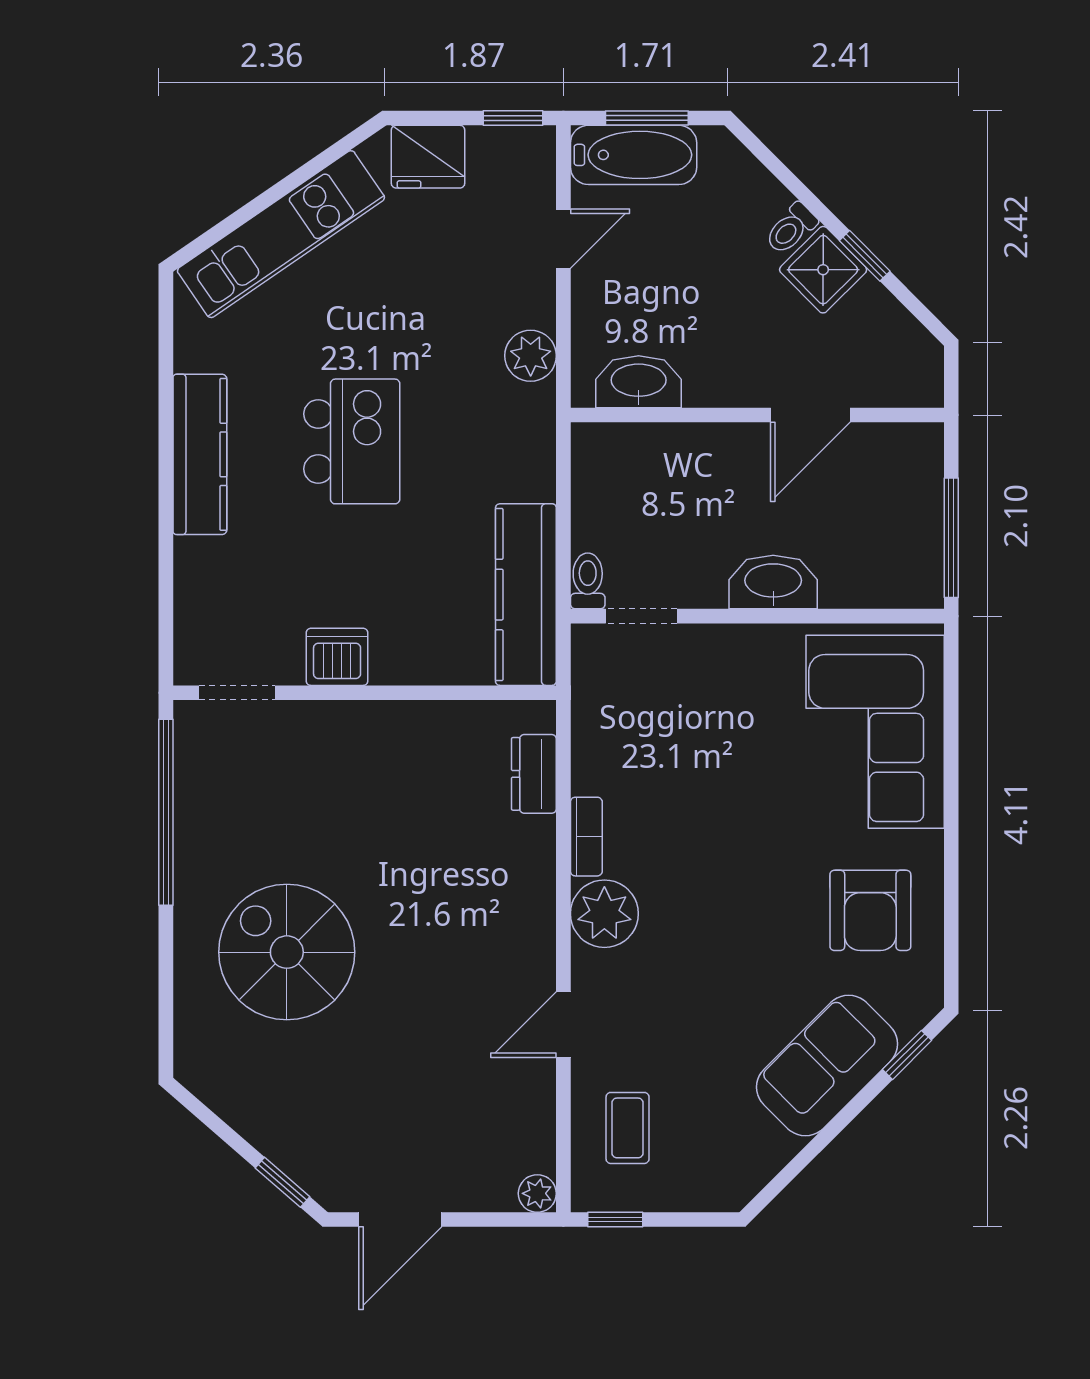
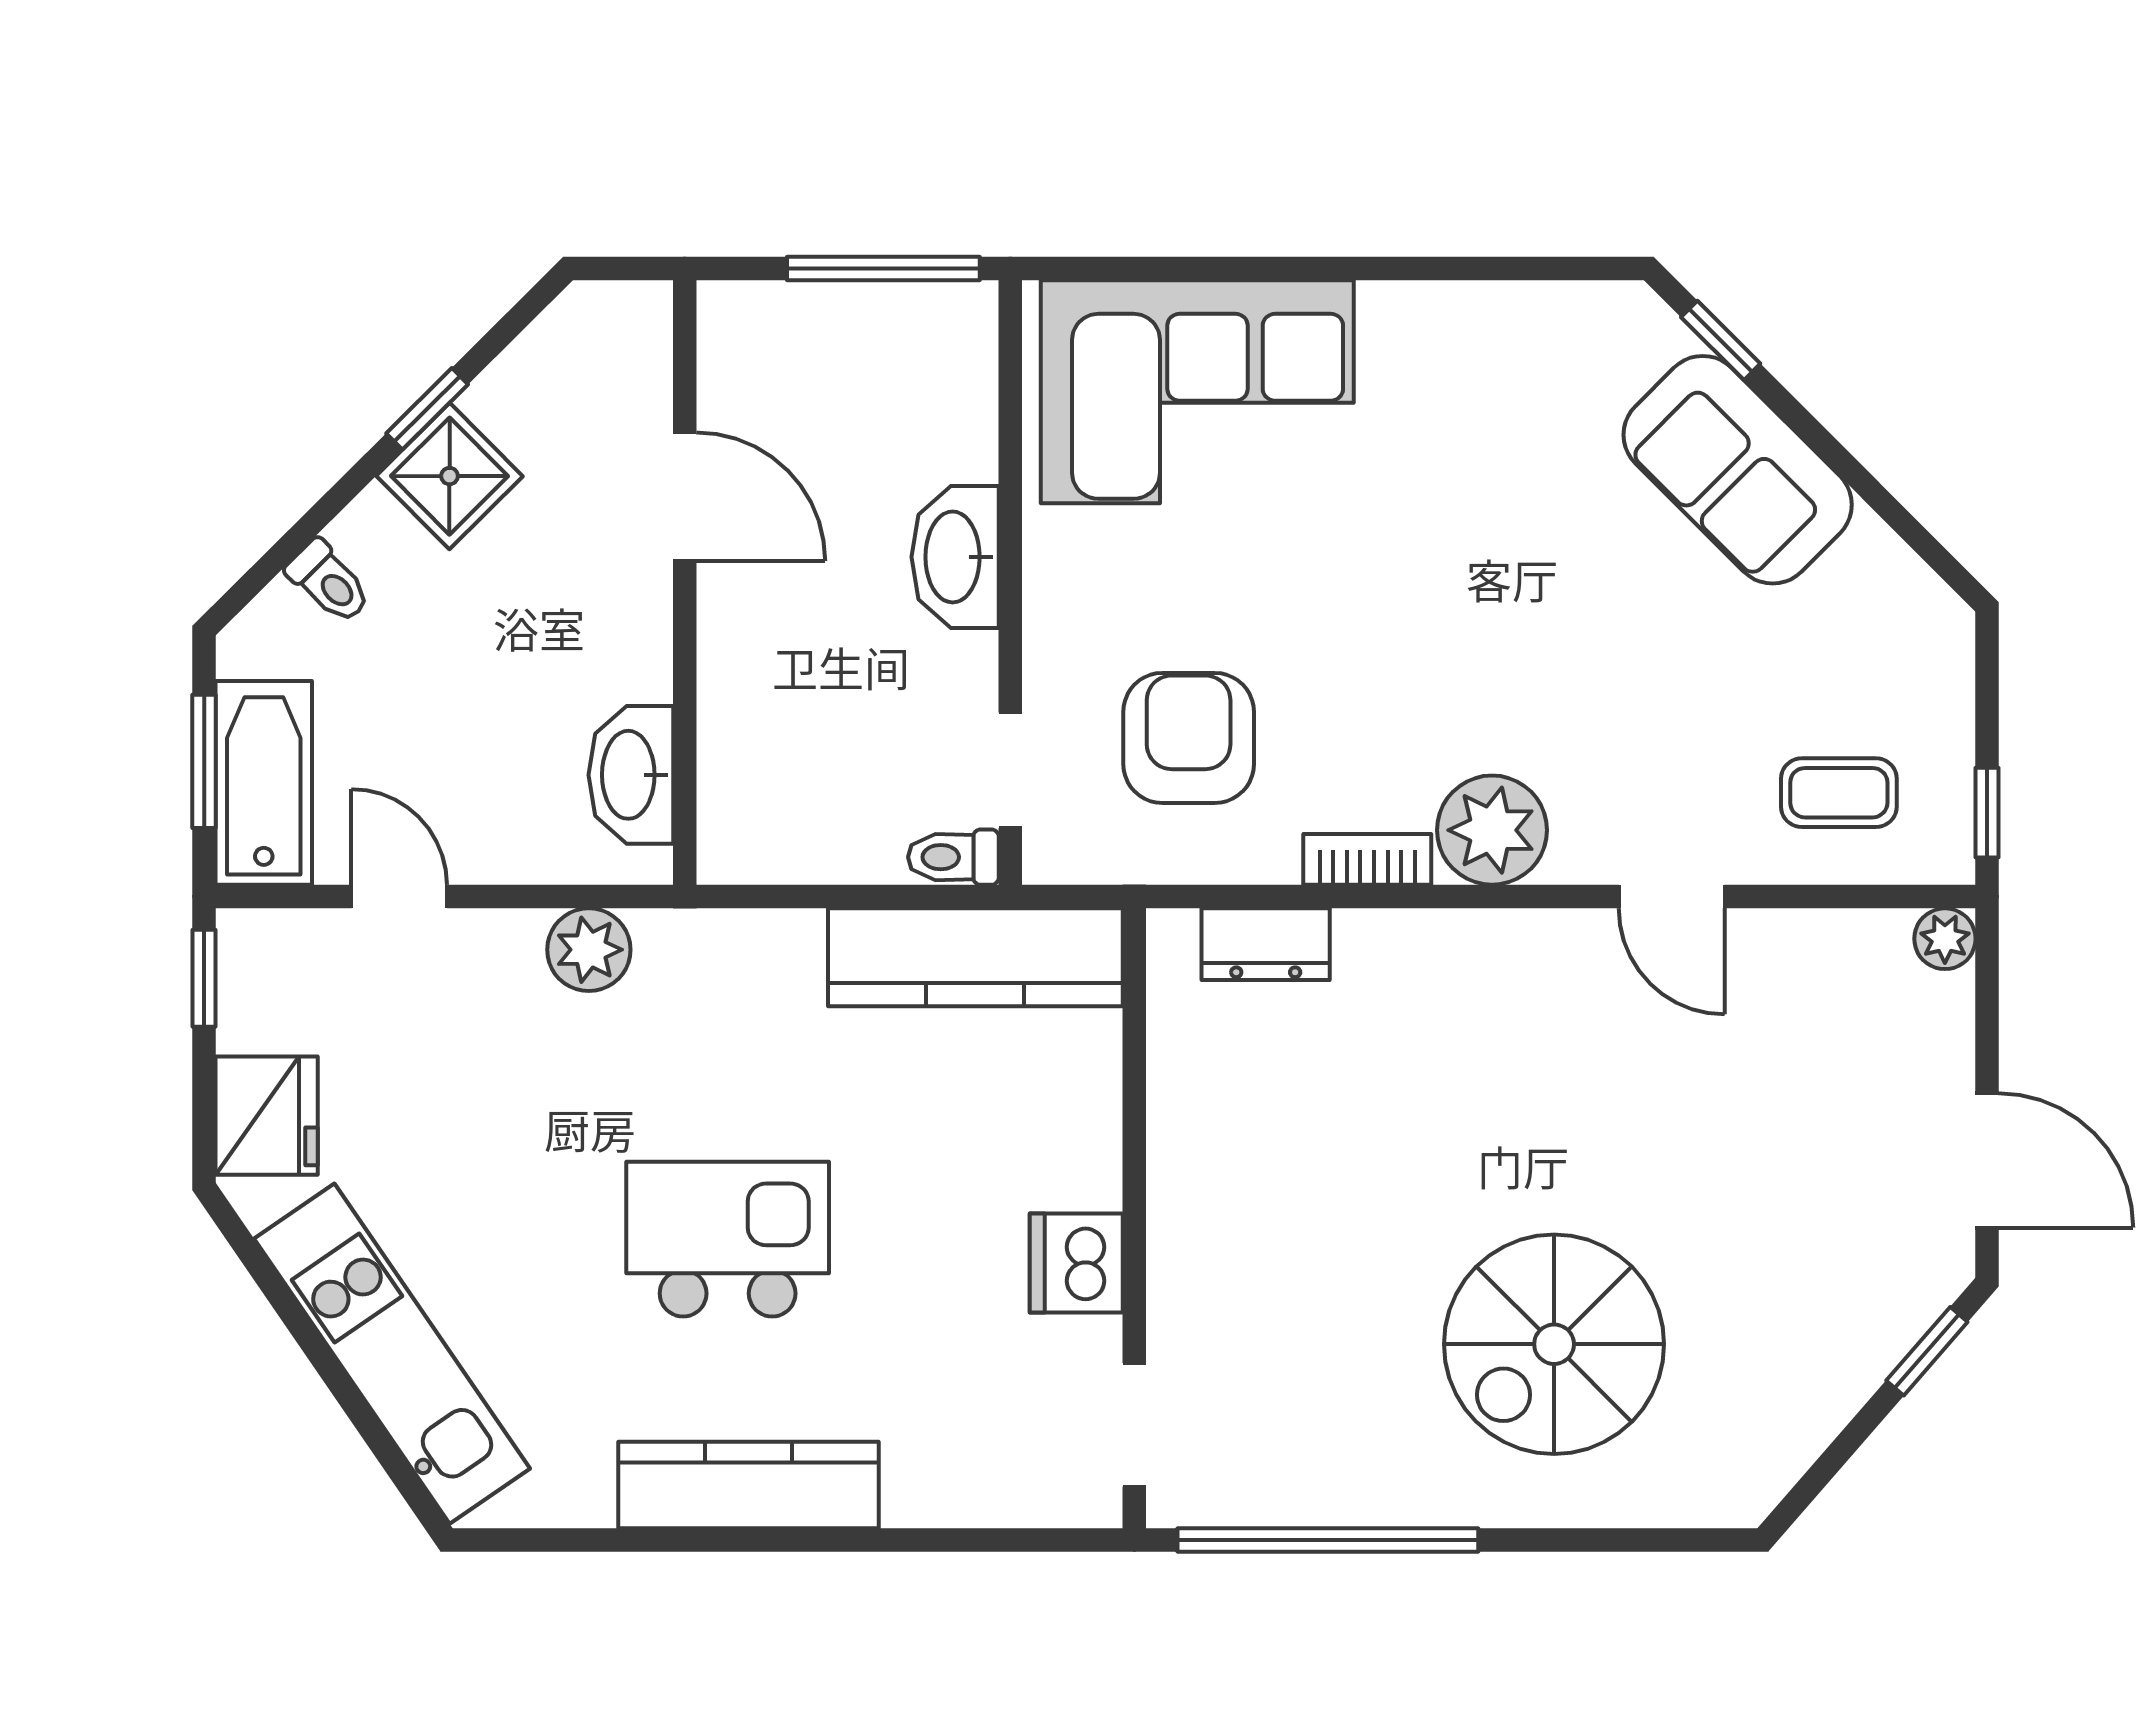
toilet: (791, 229) -> (329, 582), moved
armchair: (870, 910) -> (1189, 738), moved, turned -90

